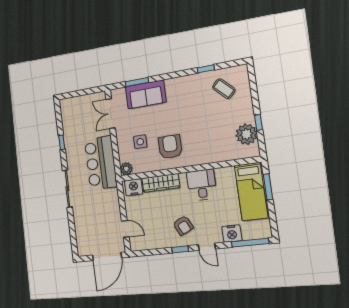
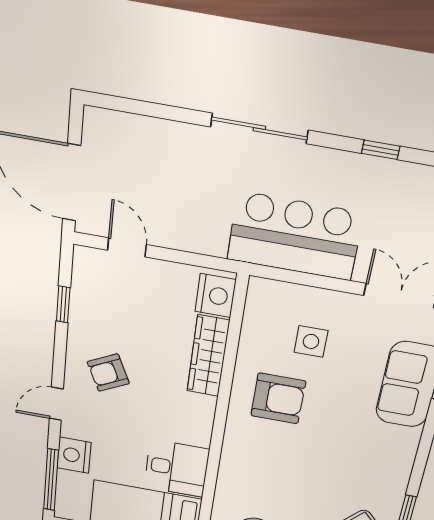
plant: (126, 169) -> (262, 292), removed
desk: (202, 185) -> (177, 468), moved
door: (125, 229) -> (127, 247), swing flipped
window: (180, 249) -> (63, 304), moved

